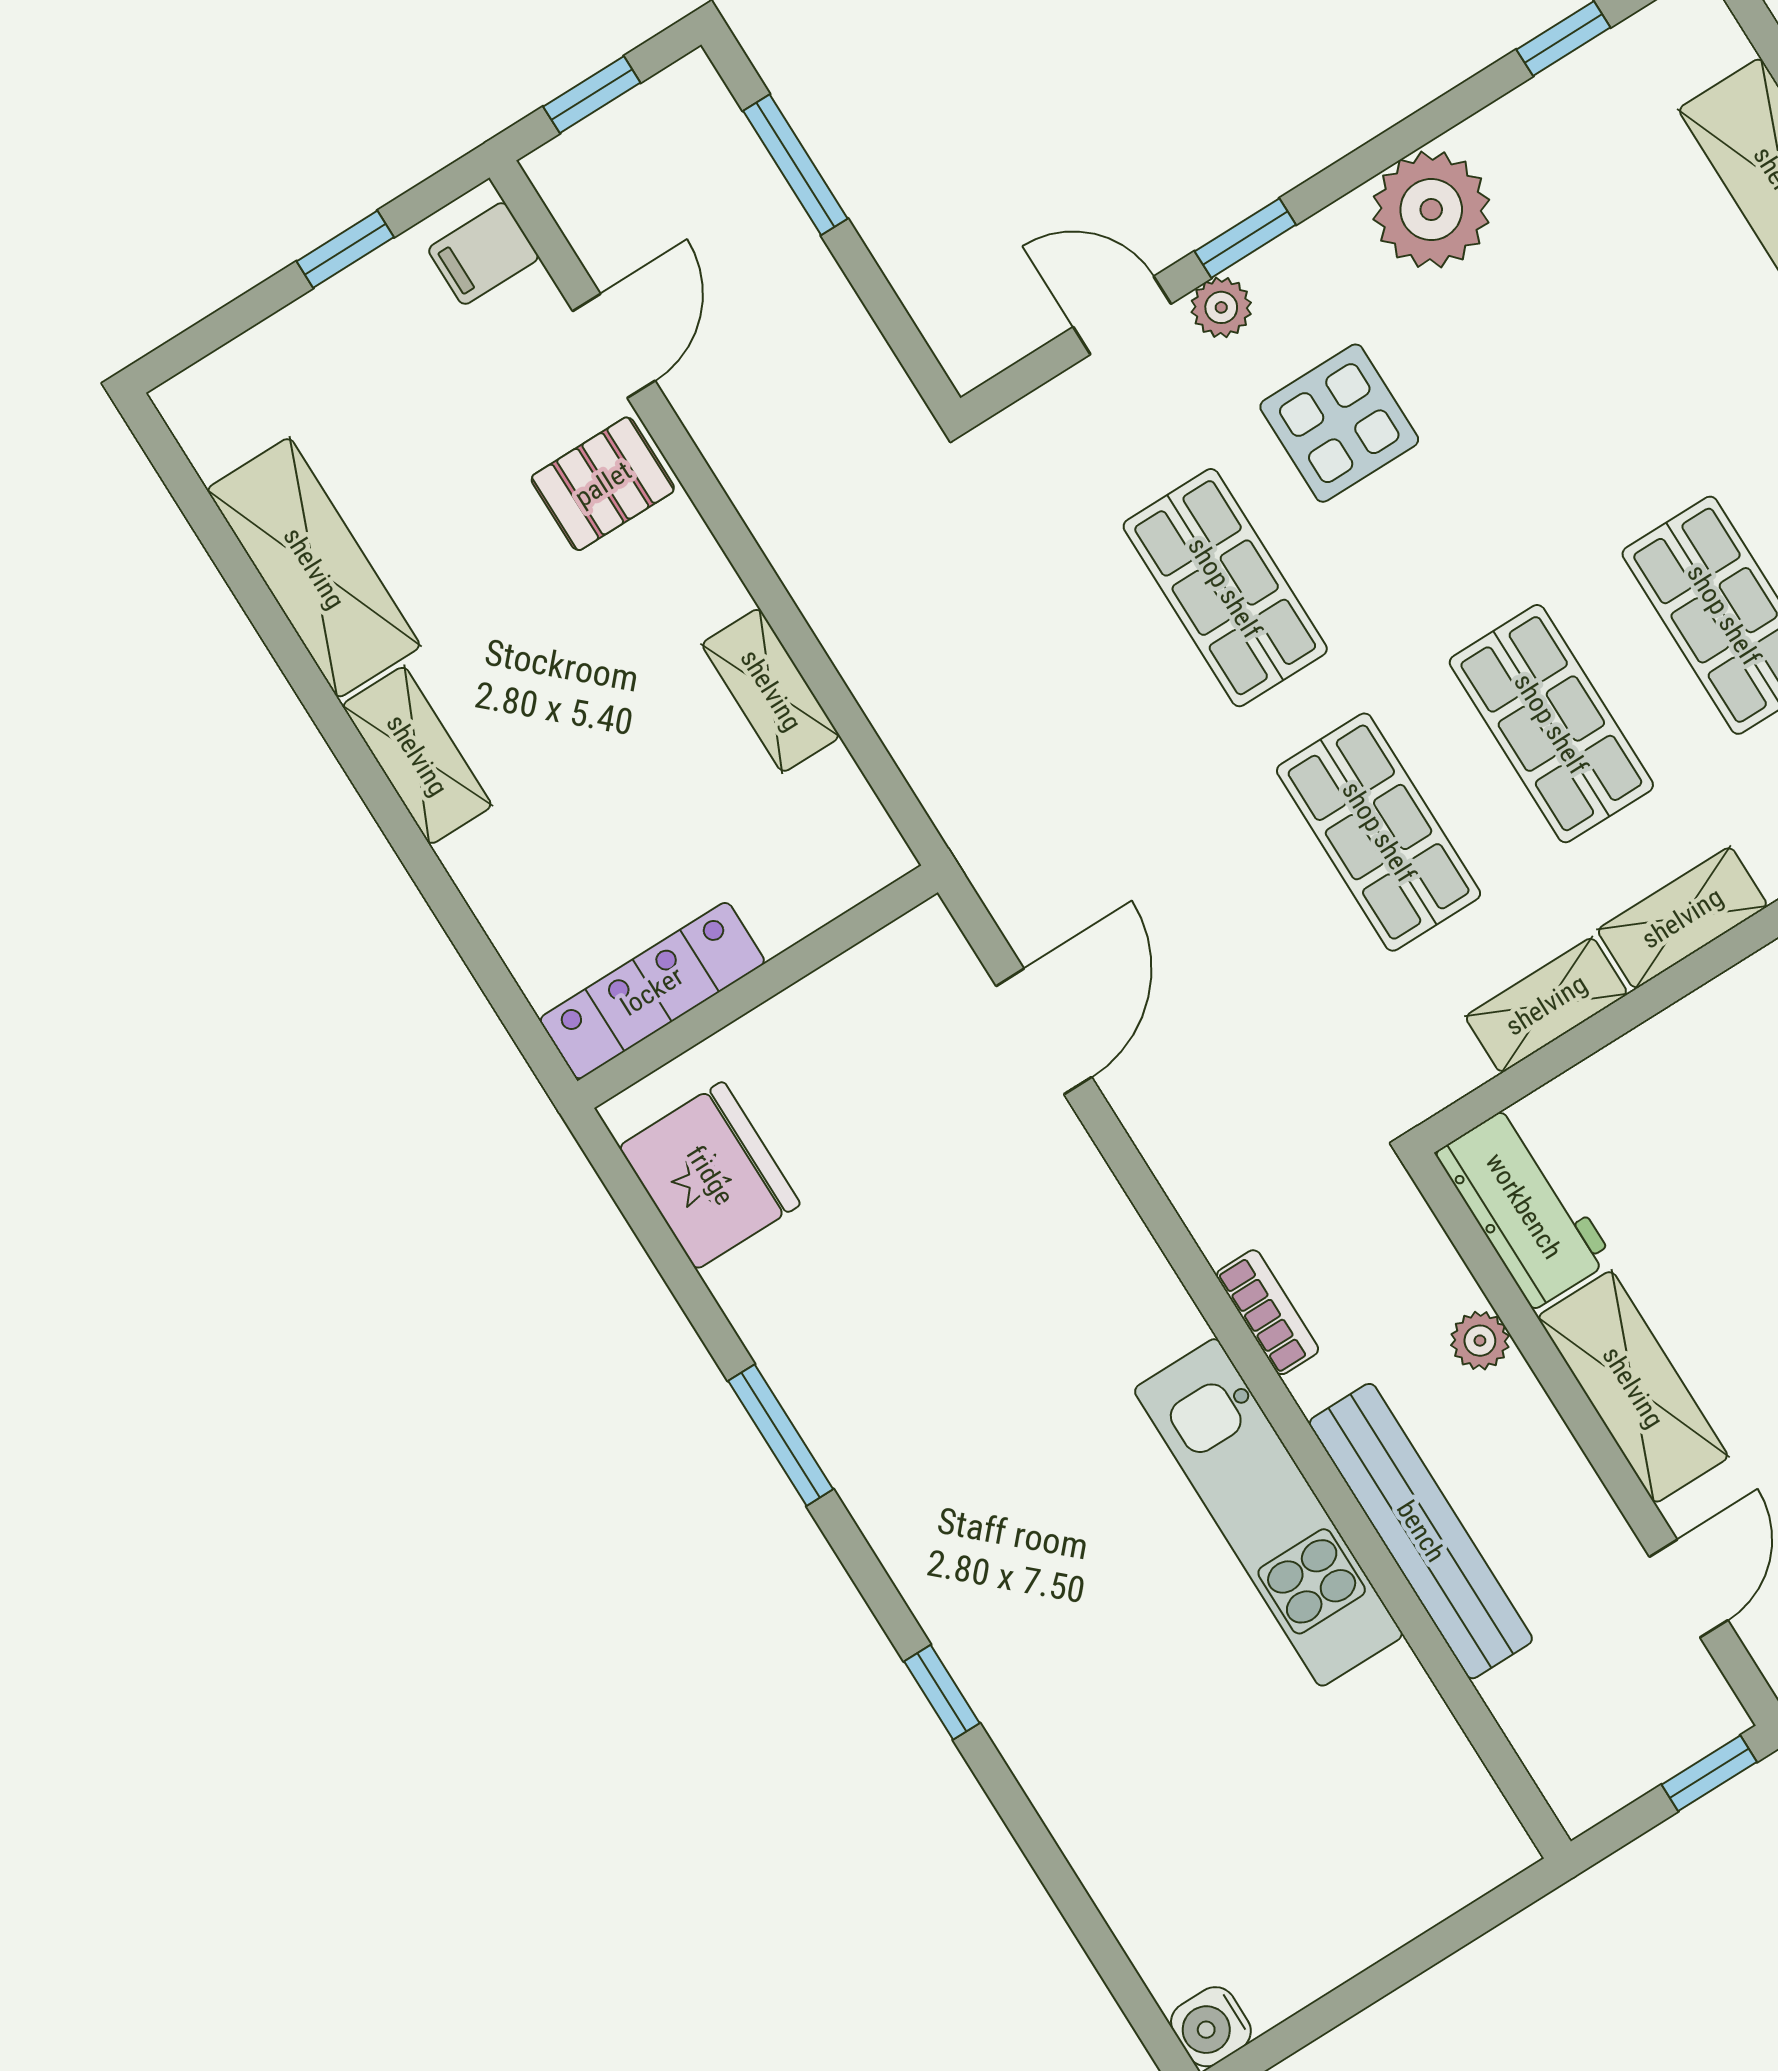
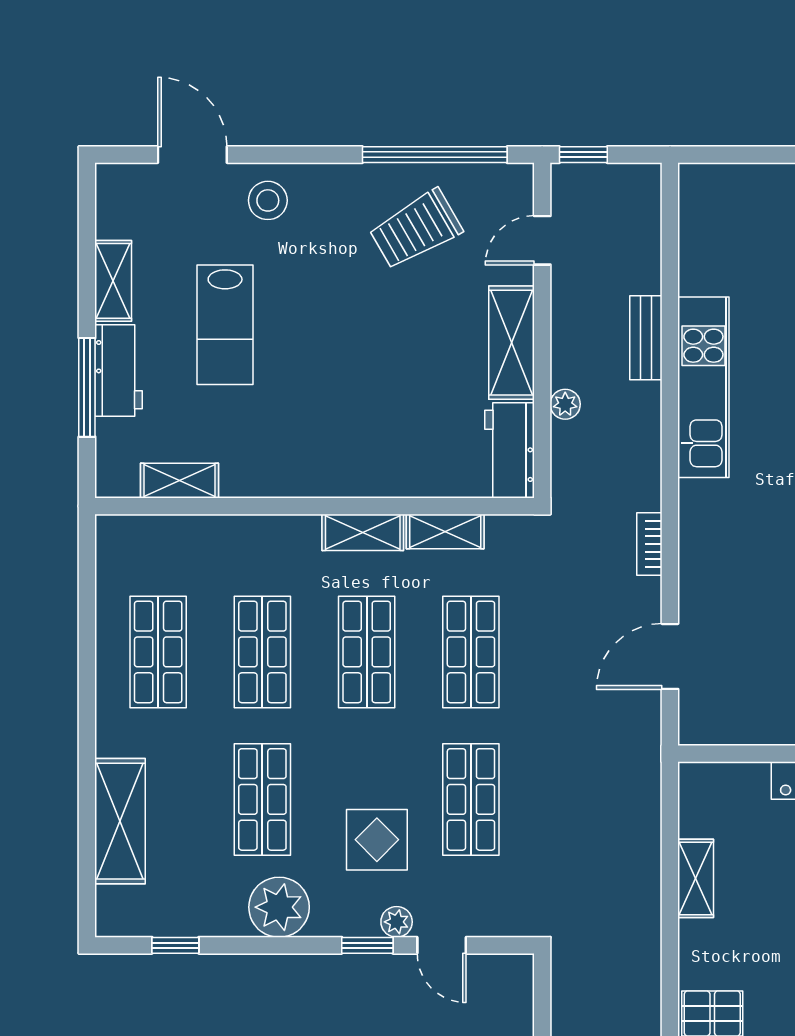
shop shelf: (1571, 371) -> (262, 799), added
bookcase: (1267, 1312) -> (649, 544), moved
bench: (1421, 1531) -> (646, 338), width x0.54, depth x0.82

